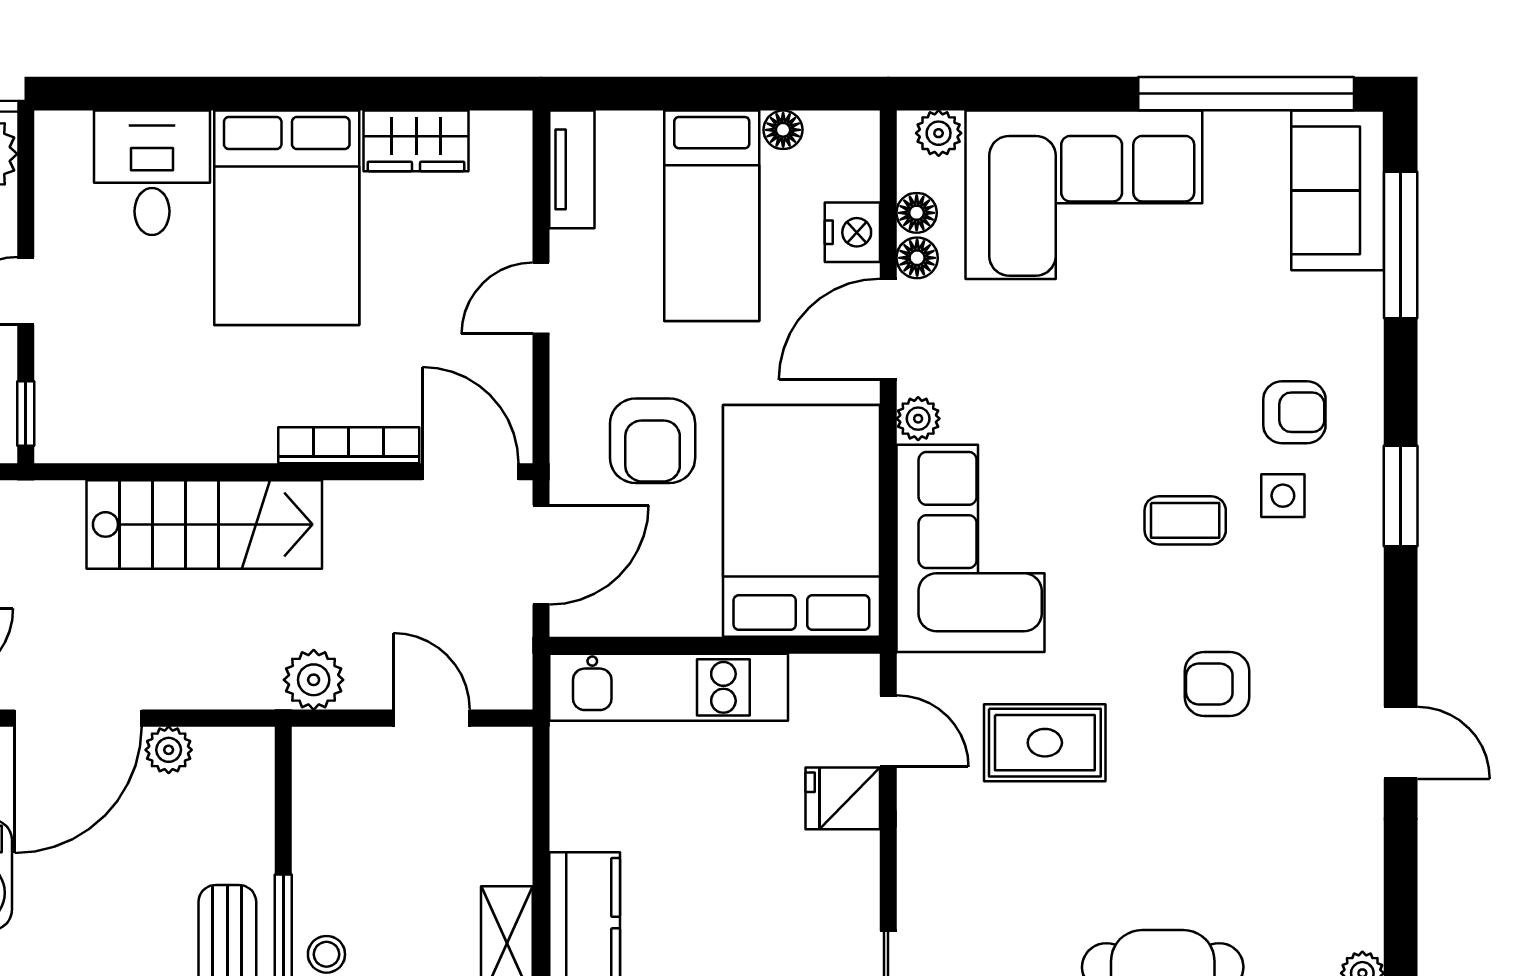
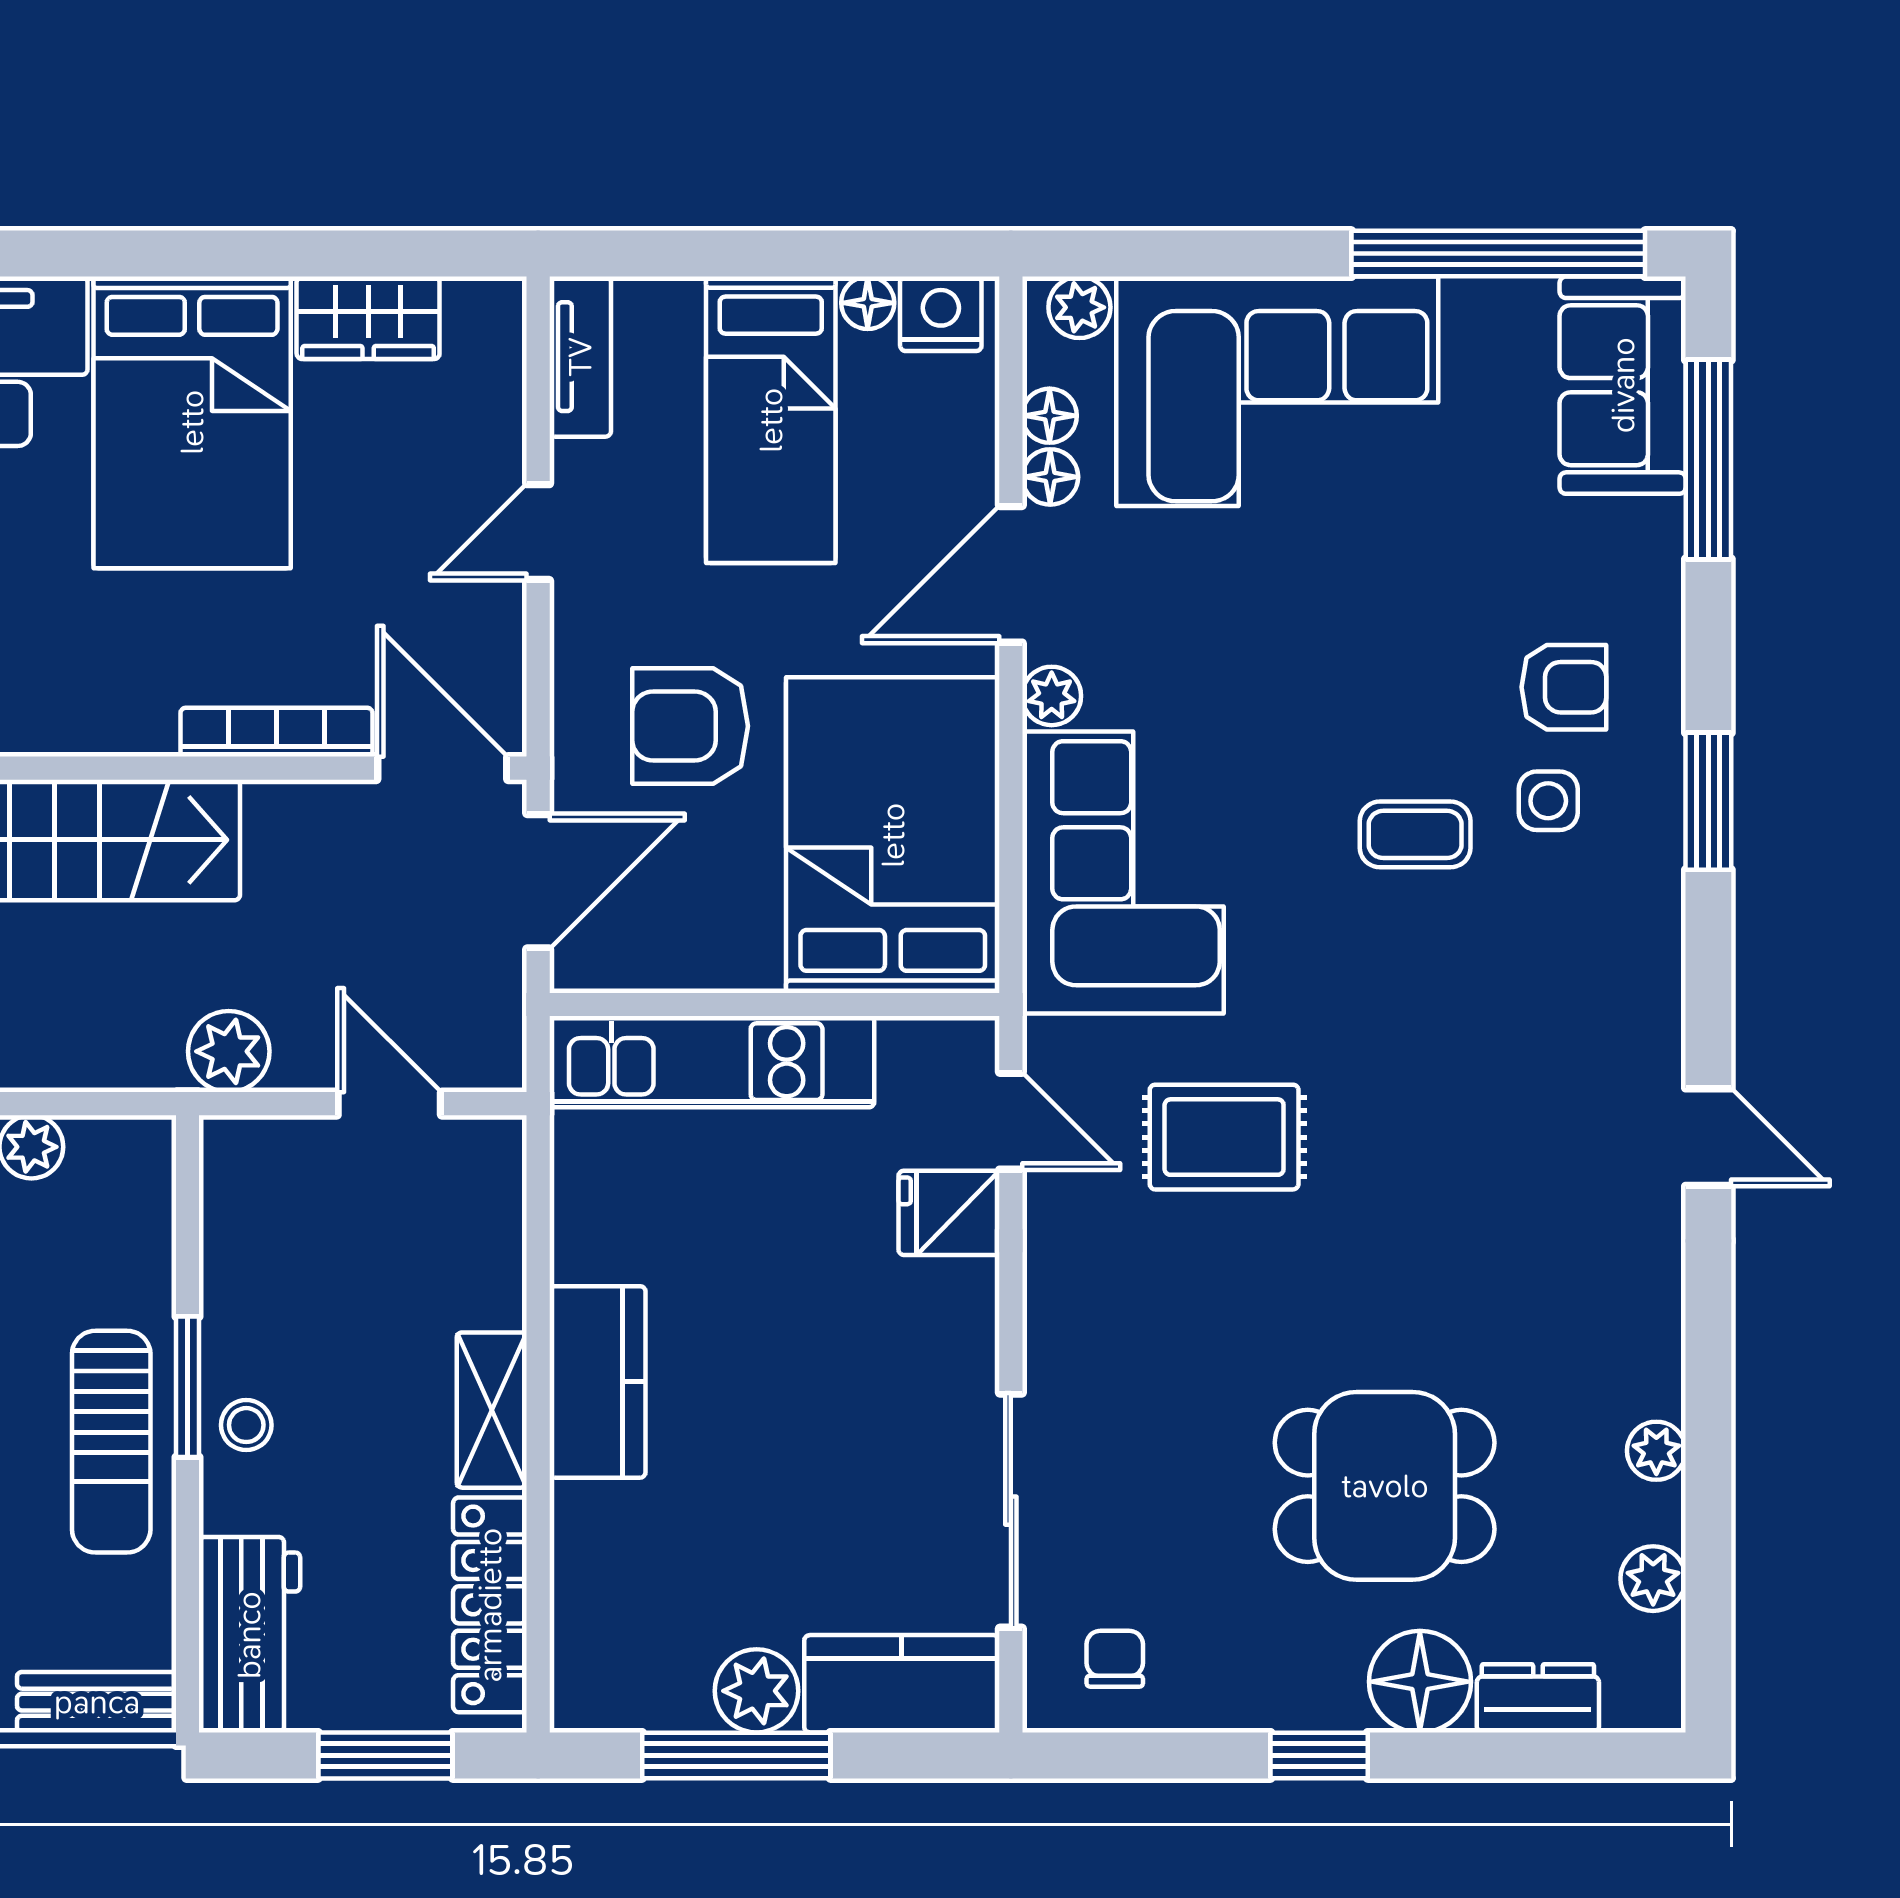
nightstand: (852, 232) -> (941, 314), moved, turned -90
armchair: (653, 441) -> (690, 726), turned 90
armchair: (1217, 684) -> (1458, 1057), removed

